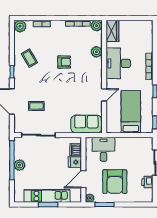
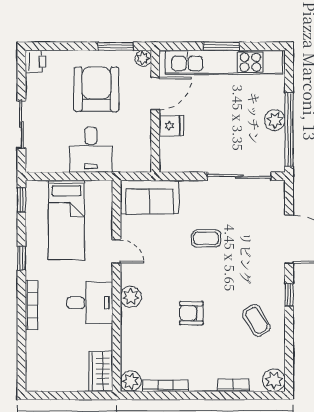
plant: (96, 52) -> (131, 297), moved
desk: (118, 63) -> (90, 303), width x0.73
door: (104, 95) -> (116, 251), swing flipped
coffee table: (36, 106) -> (206, 238), moved
desk: (104, 149) -> (91, 150), moved
dishwasher: (76, 150) -> (170, 149), removed
printer: (147, 182) -> (35, 61), moved
kitchen unit: (47, 196) -> (223, 62), width x1.36

